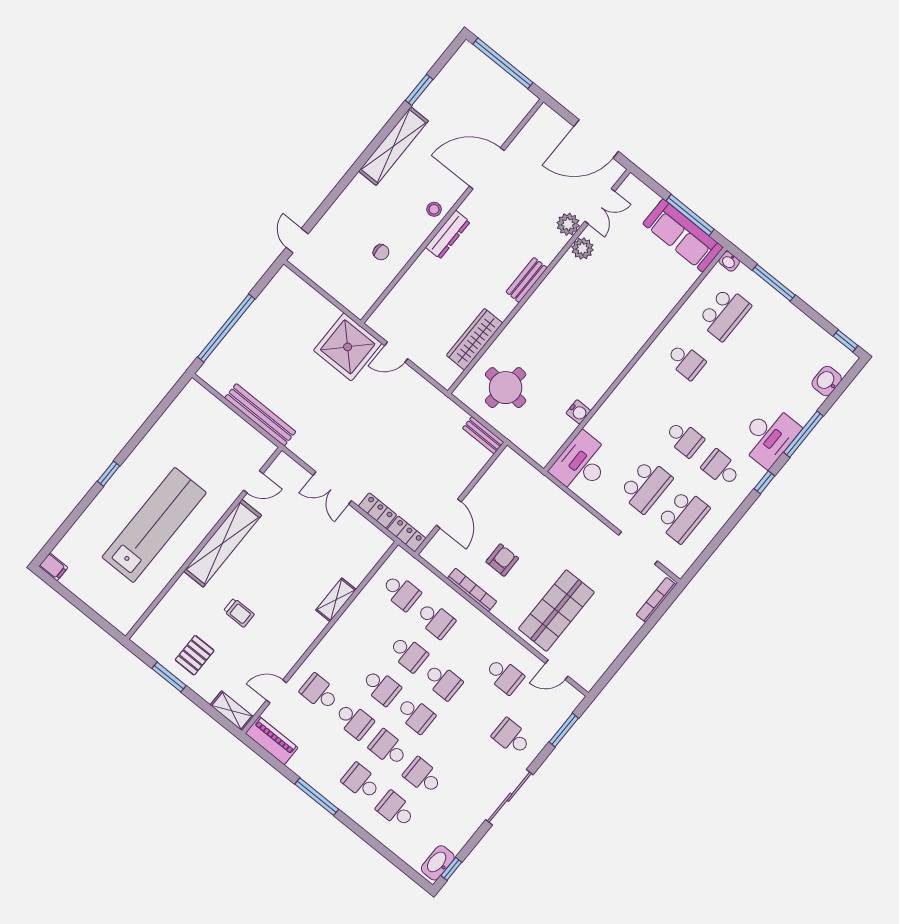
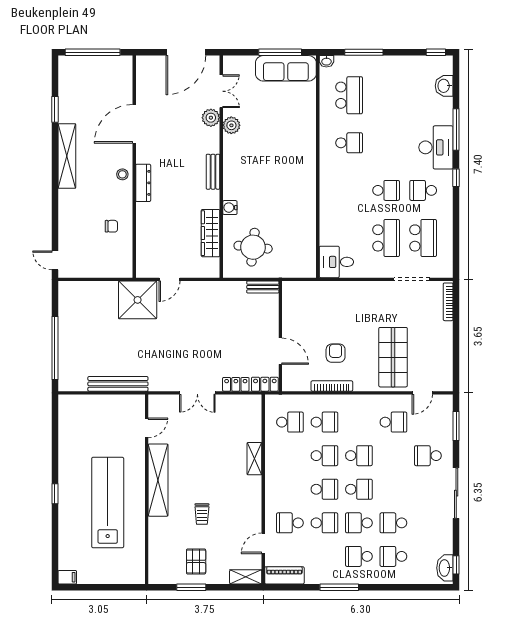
water cooler: (578, 412) -> (230, 208), moved, turned 180
desk: (582, 464) -> (336, 262), width x0.73
trolley: (239, 613) -> (202, 514), turned 90

